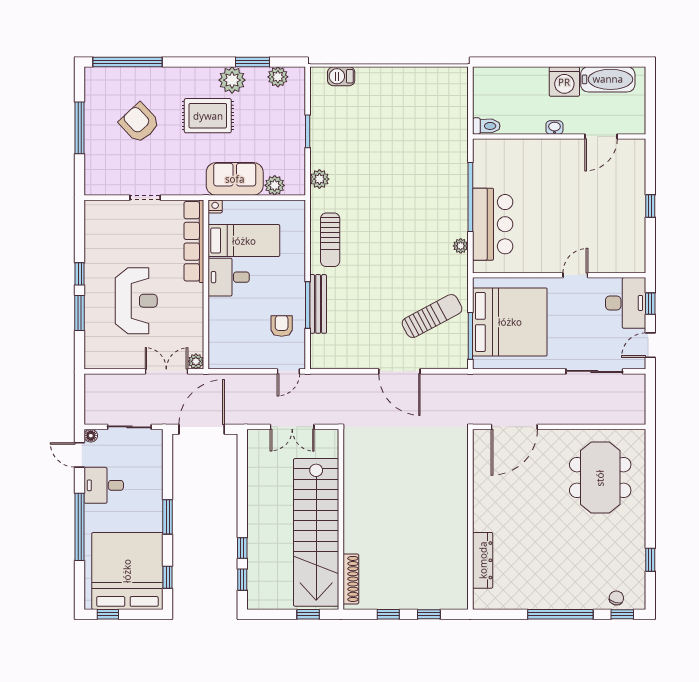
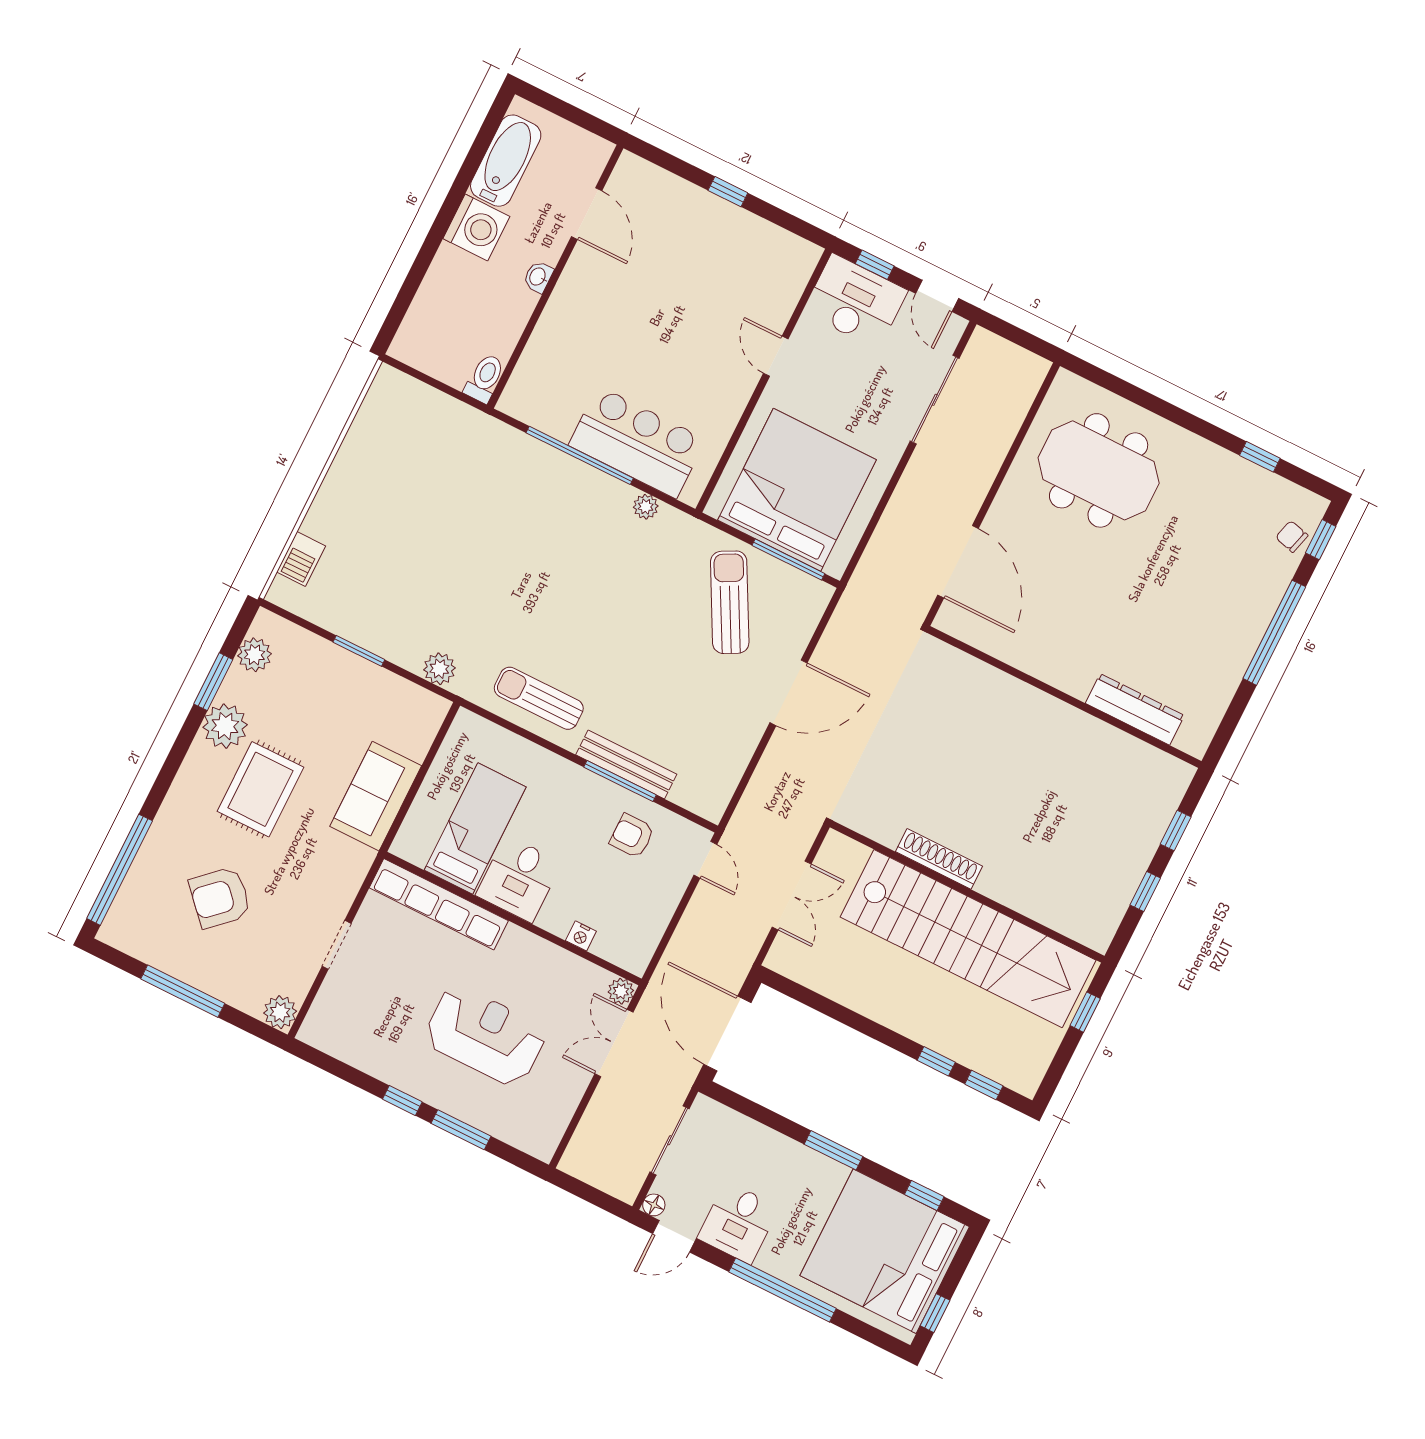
plant: (275, 185) -> (280, 1012), moved
nightstand: (215, 206) -> (581, 936), moved, turned -90
sun lounger: (330, 240) -> (539, 698), turned 180
shoe rack: (351, 579) -> (939, 859), moved

